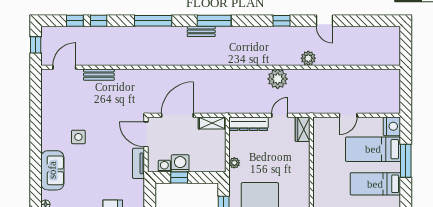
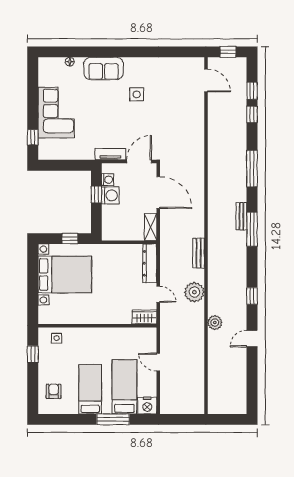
bench: (99, 75) -> (199, 253), moved
plant: (234, 163) -> (111, 249), removed

